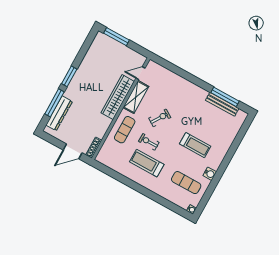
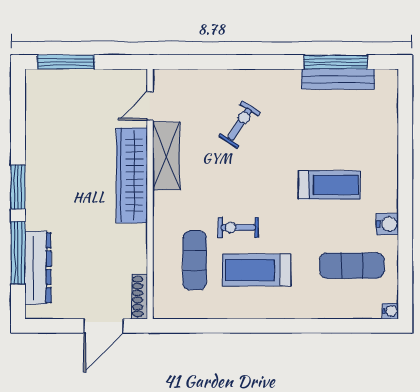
exercise bike: (160, 118) -> (240, 124), moved
exercise mat: (125, 130) -> (195, 260), moved

